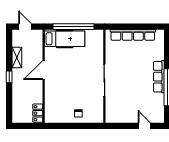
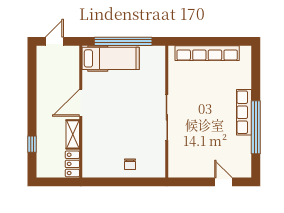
door: (25, 27) -> (54, 41), hinge flipped
shelving: (17, 58) -> (73, 134), moved
window: (9, 77) -> (32, 144), moved

